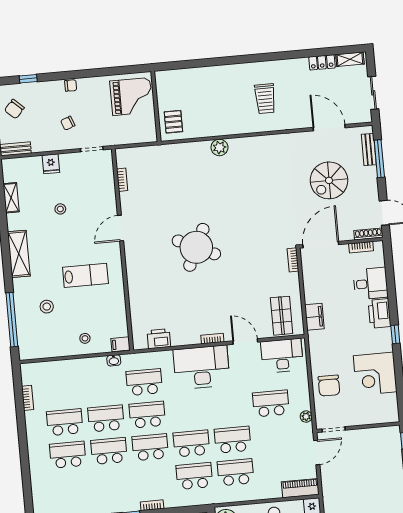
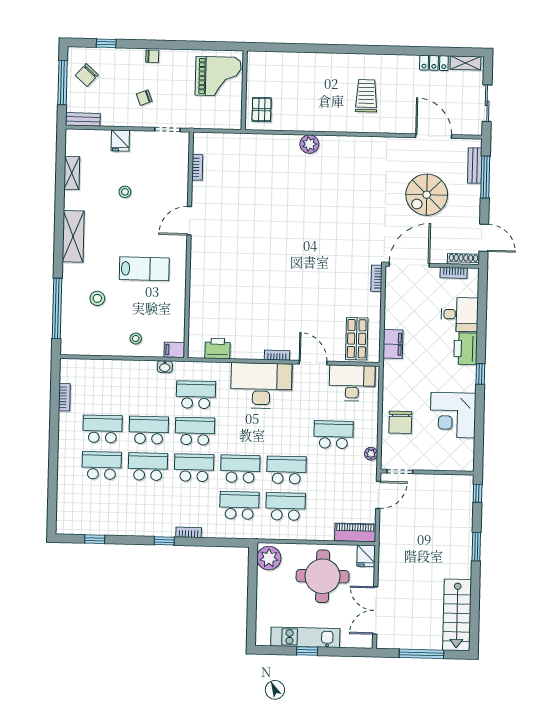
trolley: (265, 99) -> (366, 96), turned 180
round table: (196, 247) -> (271, 252), removed

